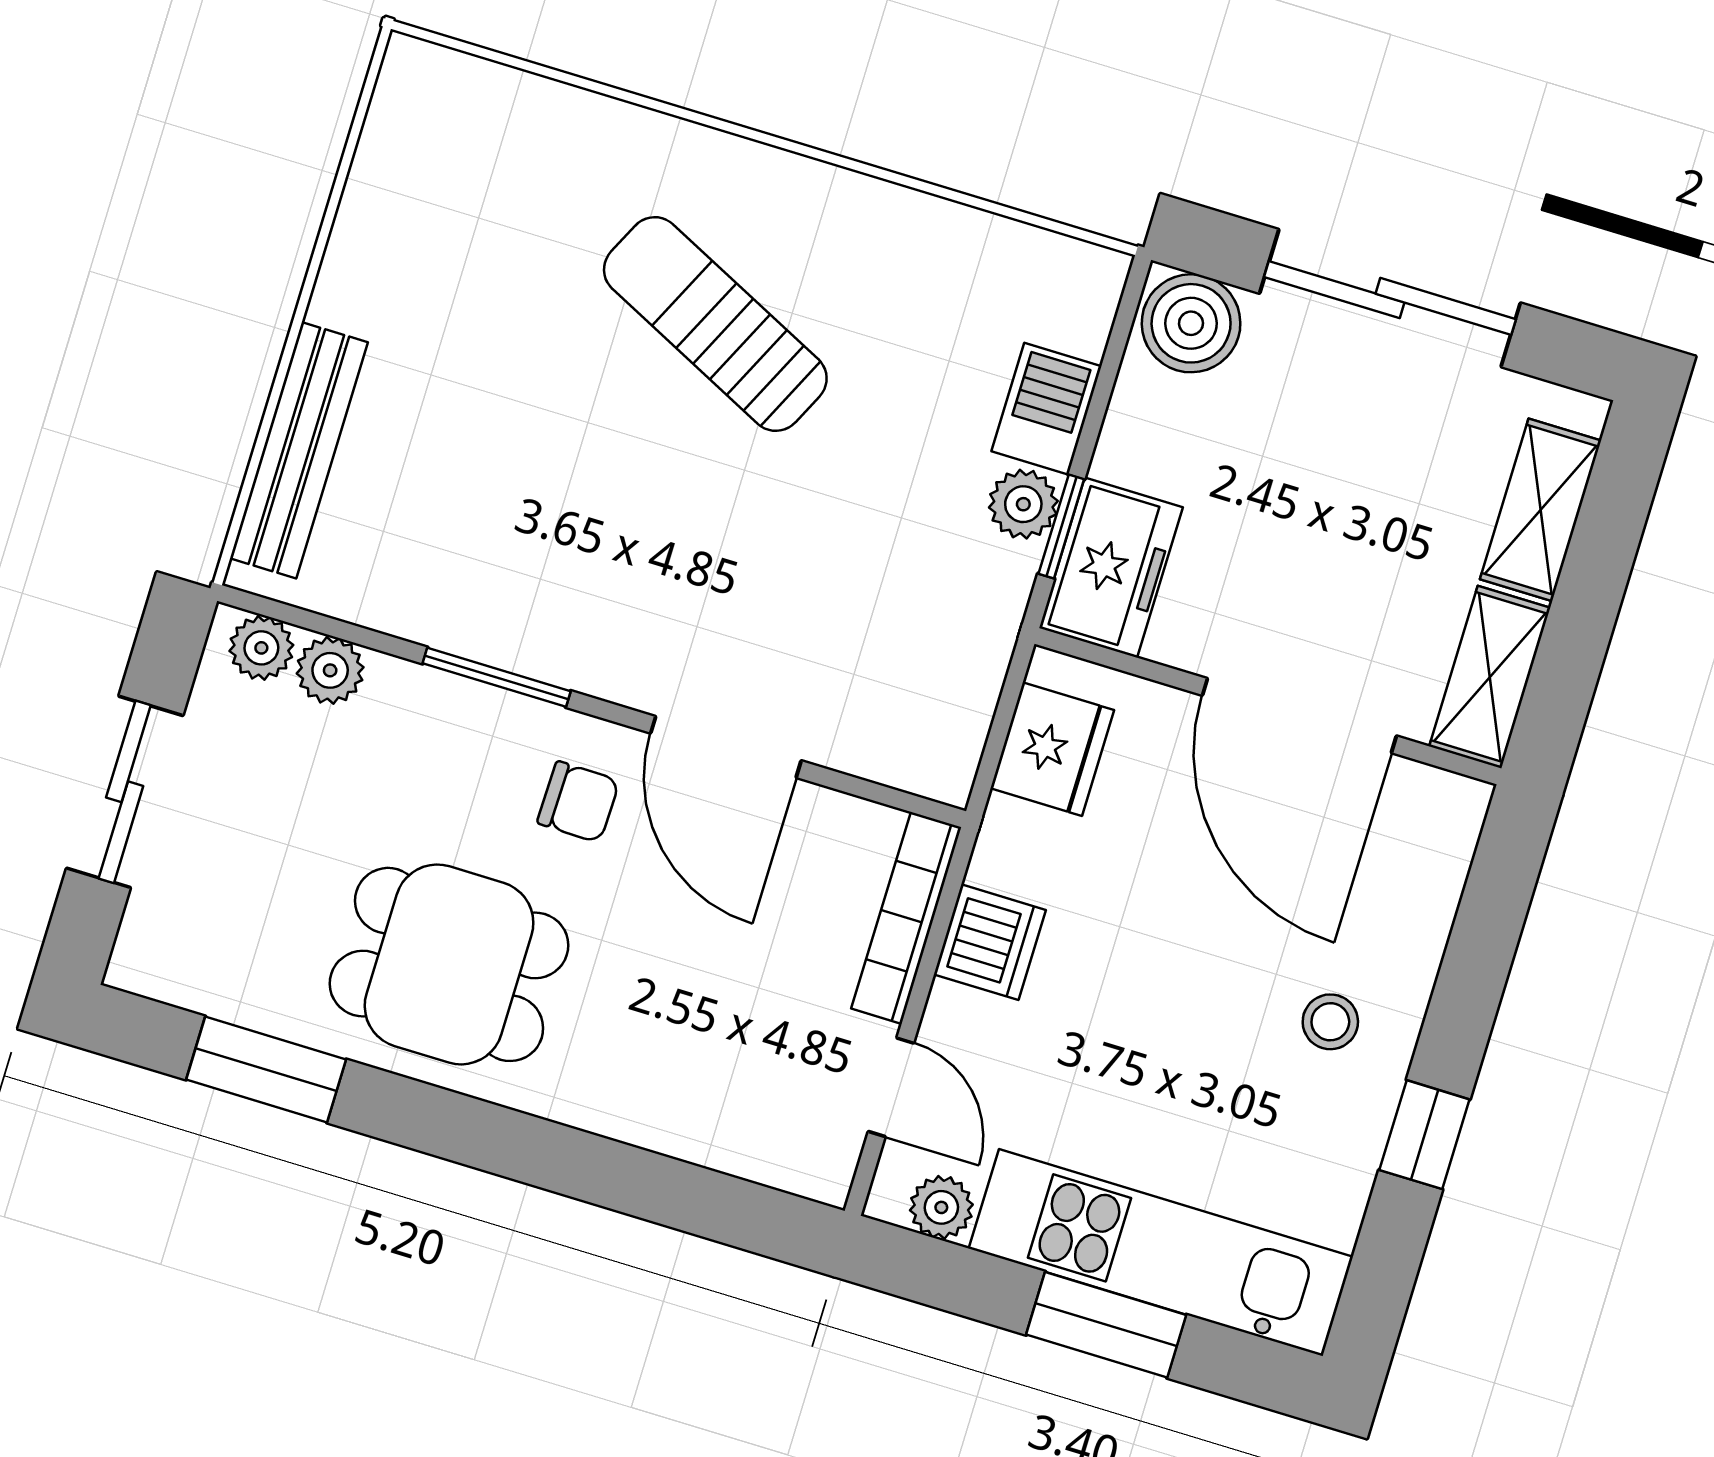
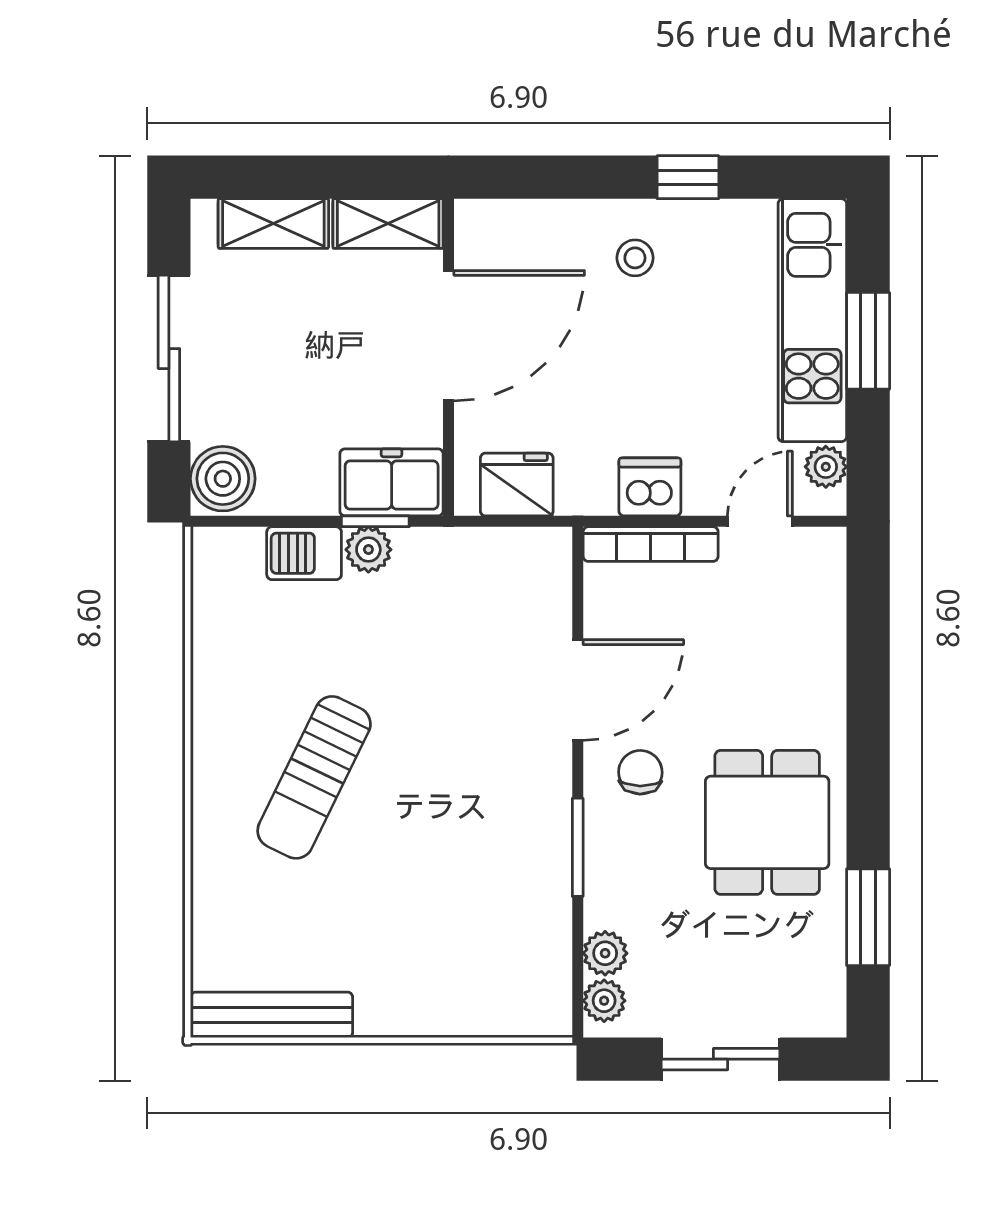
bench: (299, 450) -> (272, 1015), moved

